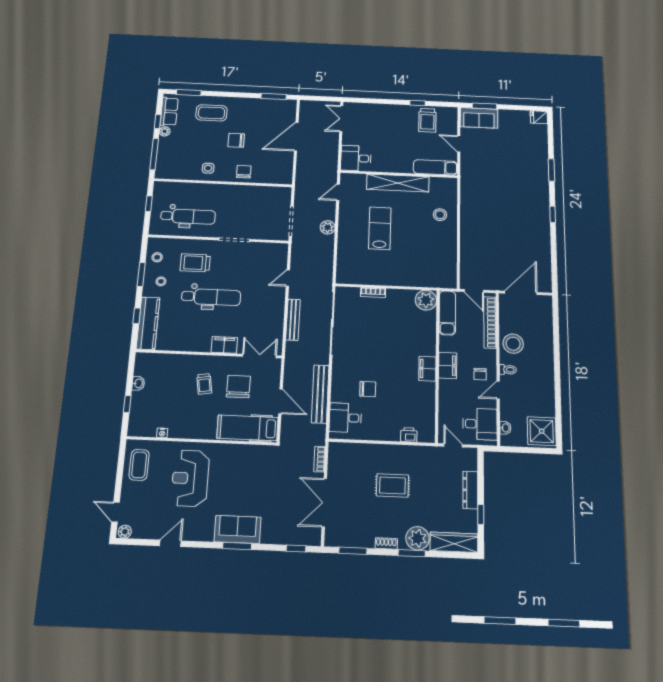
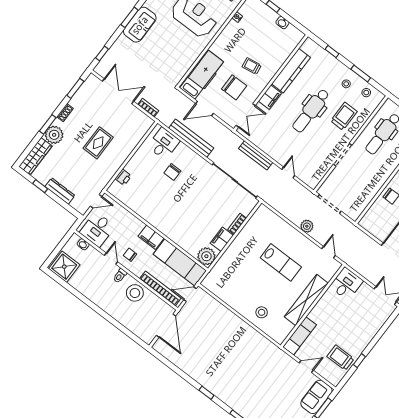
exam couch: (447, 313) -> (180, 262), width x1.36, depth x1.45
kitchen counter: (148, 323) -> (291, 71), moved, turned -90
filing cabinet: (427, 369) -> (222, 239), moved, turned -90

